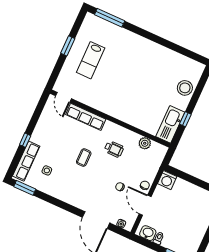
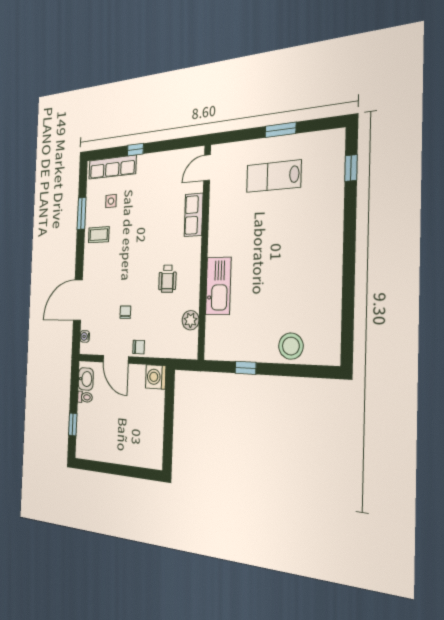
window: (110, 18) -> (351, 168), width x0.46
row of seats: (86, 117) -> (194, 215), width x0.68
kitchen sink: (170, 124) -> (218, 286), moved, turned 90
coffee table: (84, 157) -> (99, 235), moved
window: (25, 188) -> (82, 213), moved
door: (145, 205) -> (116, 359), swing flipped

